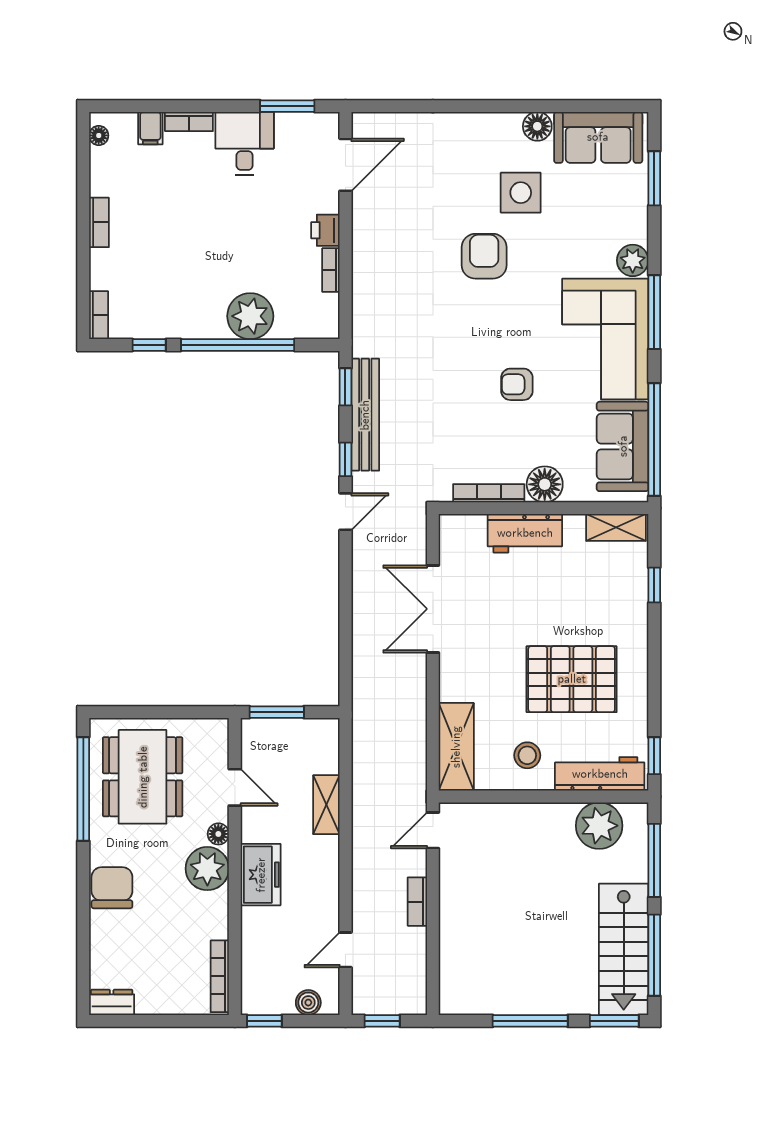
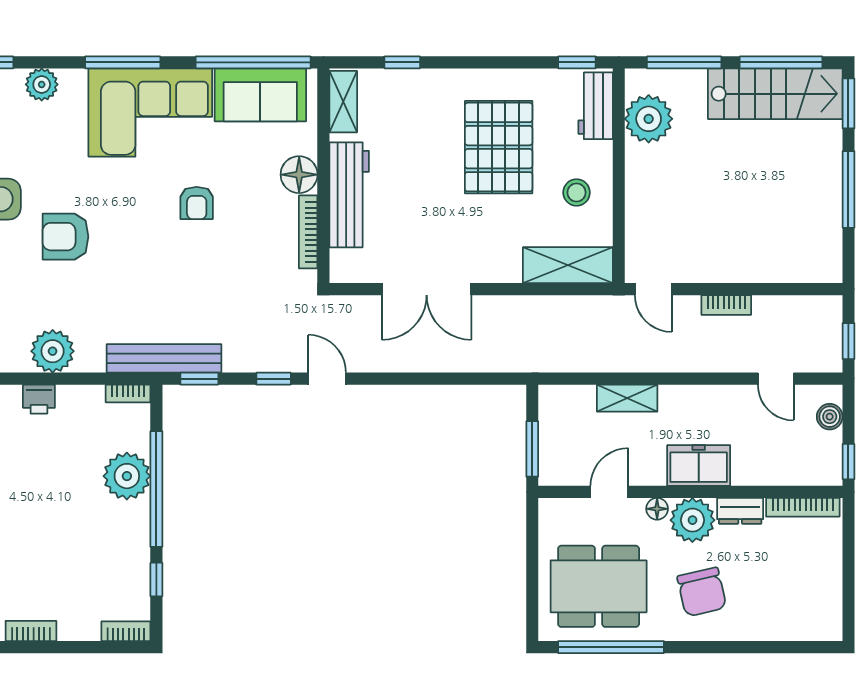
plant: (372, 244) -> (53, 351), added
plant: (633, 260) -> (42, 84), moved
bookcase: (331, 270) -> (128, 394), moved
bench: (365, 415) -> (164, 358), moved
workbench: (525, 533) -> (349, 195), width x1.38
workbench: (600, 774) -> (596, 106), width x0.73
chair: (112, 888) -> (702, 592), moved, turned -103
dresser: (112, 1002) -> (740, 511), moved, turned -90

